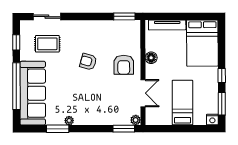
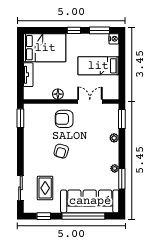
tv unit: (167, 25) -> (28, 75), width x0.71
armchair: (124, 65) -> (64, 119), turned 180
plant: (136, 120) -> (114, 138), moved

